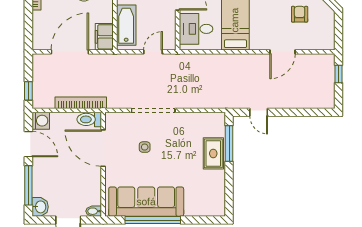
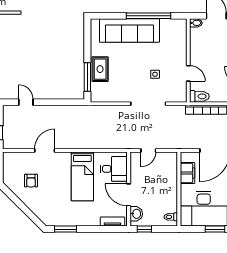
bathtub: (126, 25) -> (170, 172), removed
filing cabinet: (104, 37) -> (187, 173), moved
door: (259, 112) -> (26, 102), moved
door: (103, 148) -> (188, 73), width x0.53
sofa: (146, 202) -> (129, 31), moved

